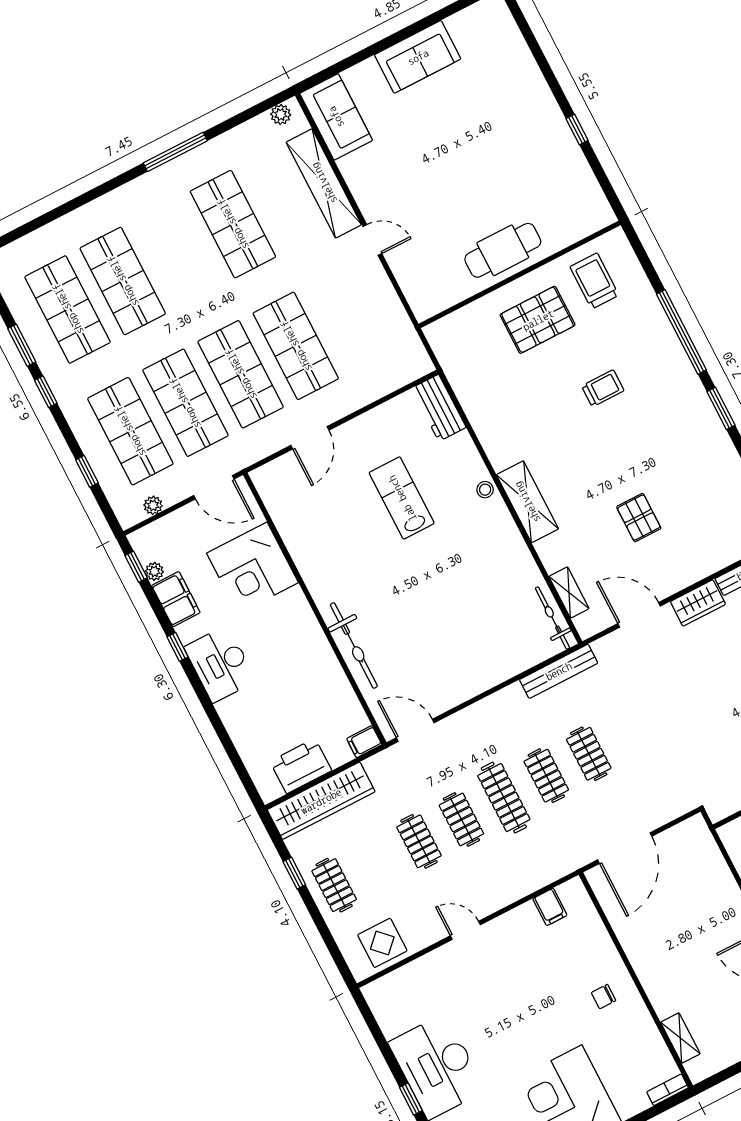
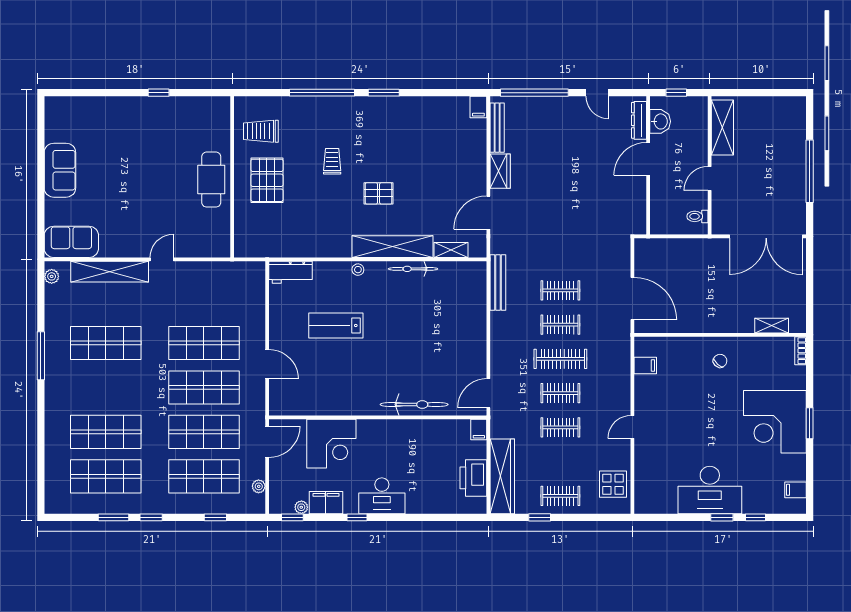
shelving: (527, 502) -> (392, 247), width x1.47
pallet: (639, 518) -> (379, 193), moved
bicycle: (552, 618) -> (413, 269), moved
chair: (604, 997) -> (720, 361), turned -137

